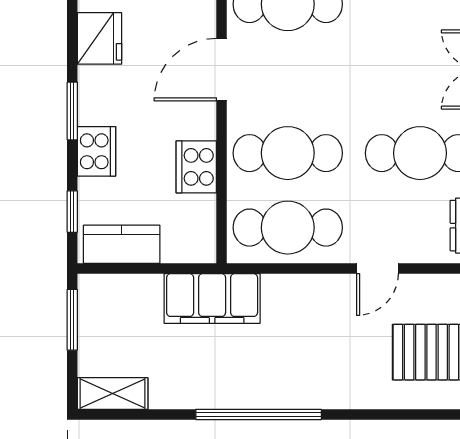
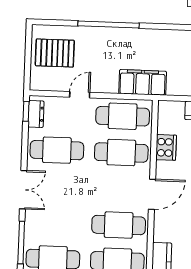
filing cabinet: (212, 299) -> (143, 82), moved
window: (259, 414) -> (109, 25), moved

